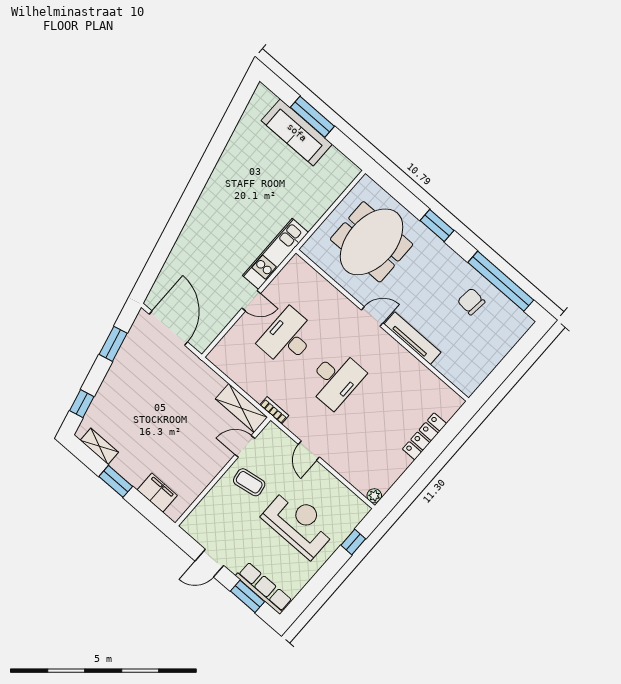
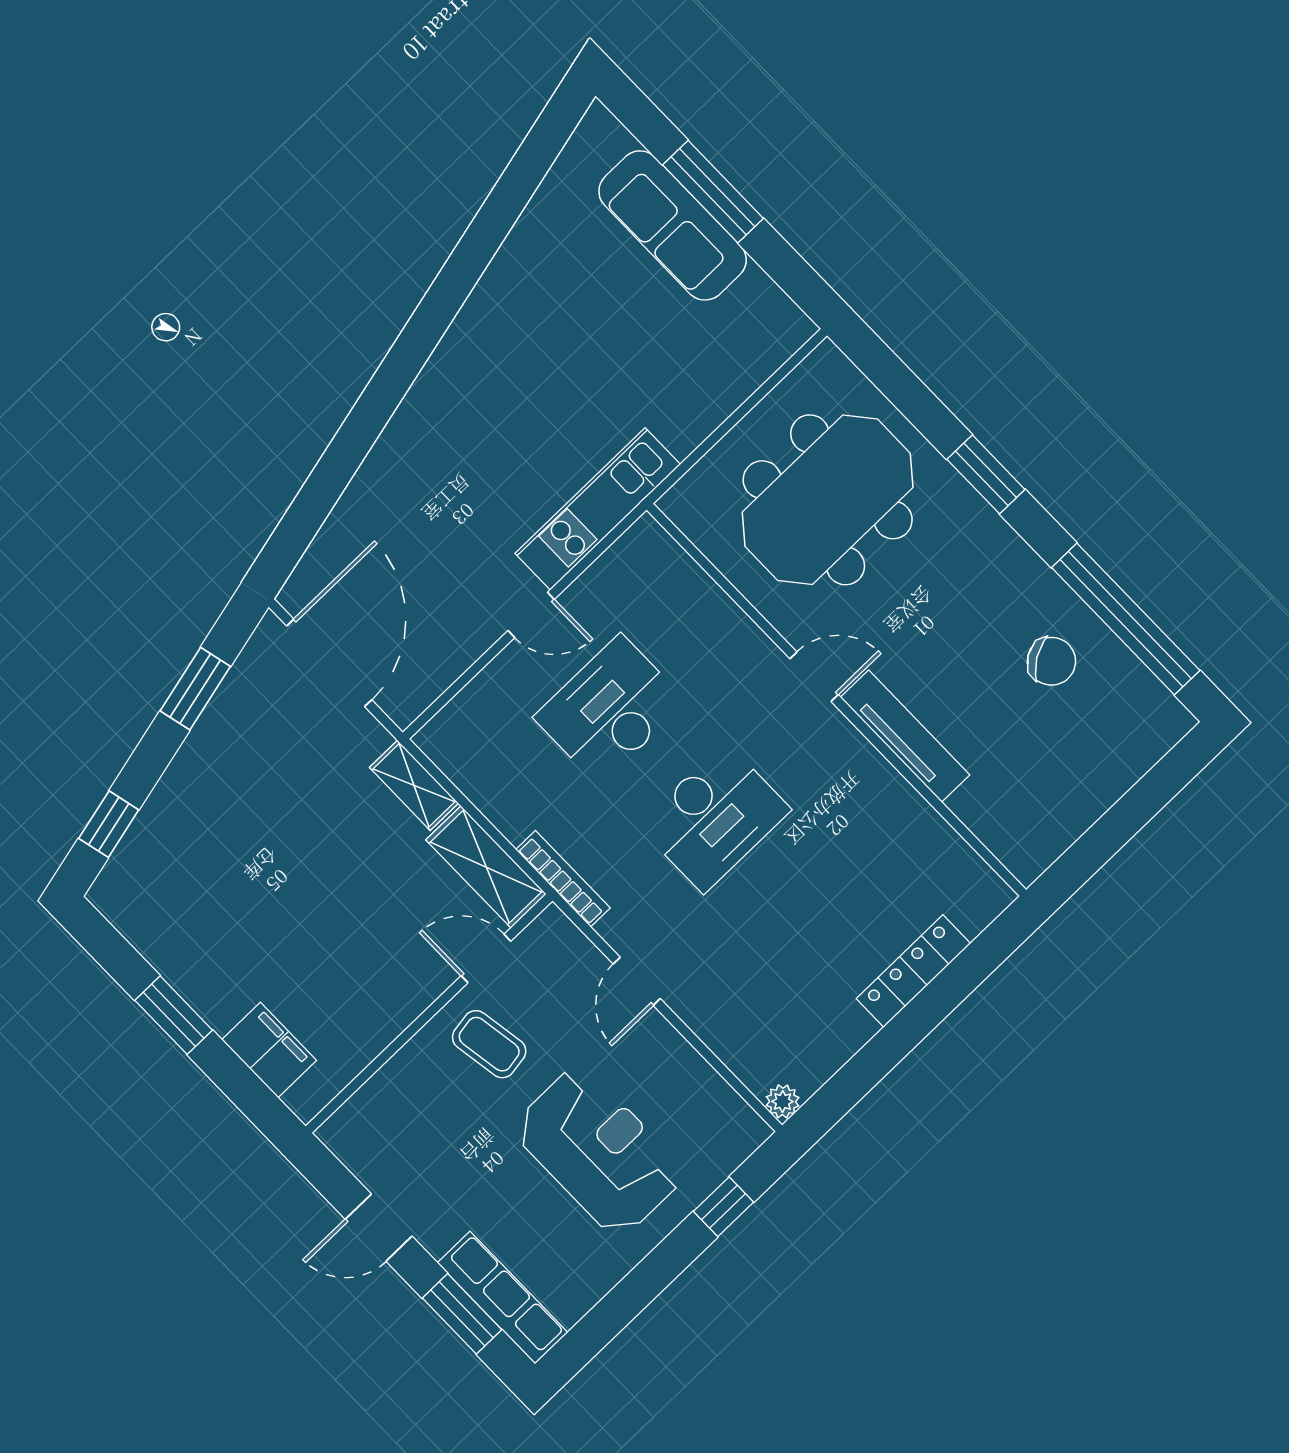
chair: (471, 301) -> (1051, 661), turned 142
bookcase: (274, 410) -> (563, 879), width x1.56
shelving: (99, 446) -> (414, 785), moved

